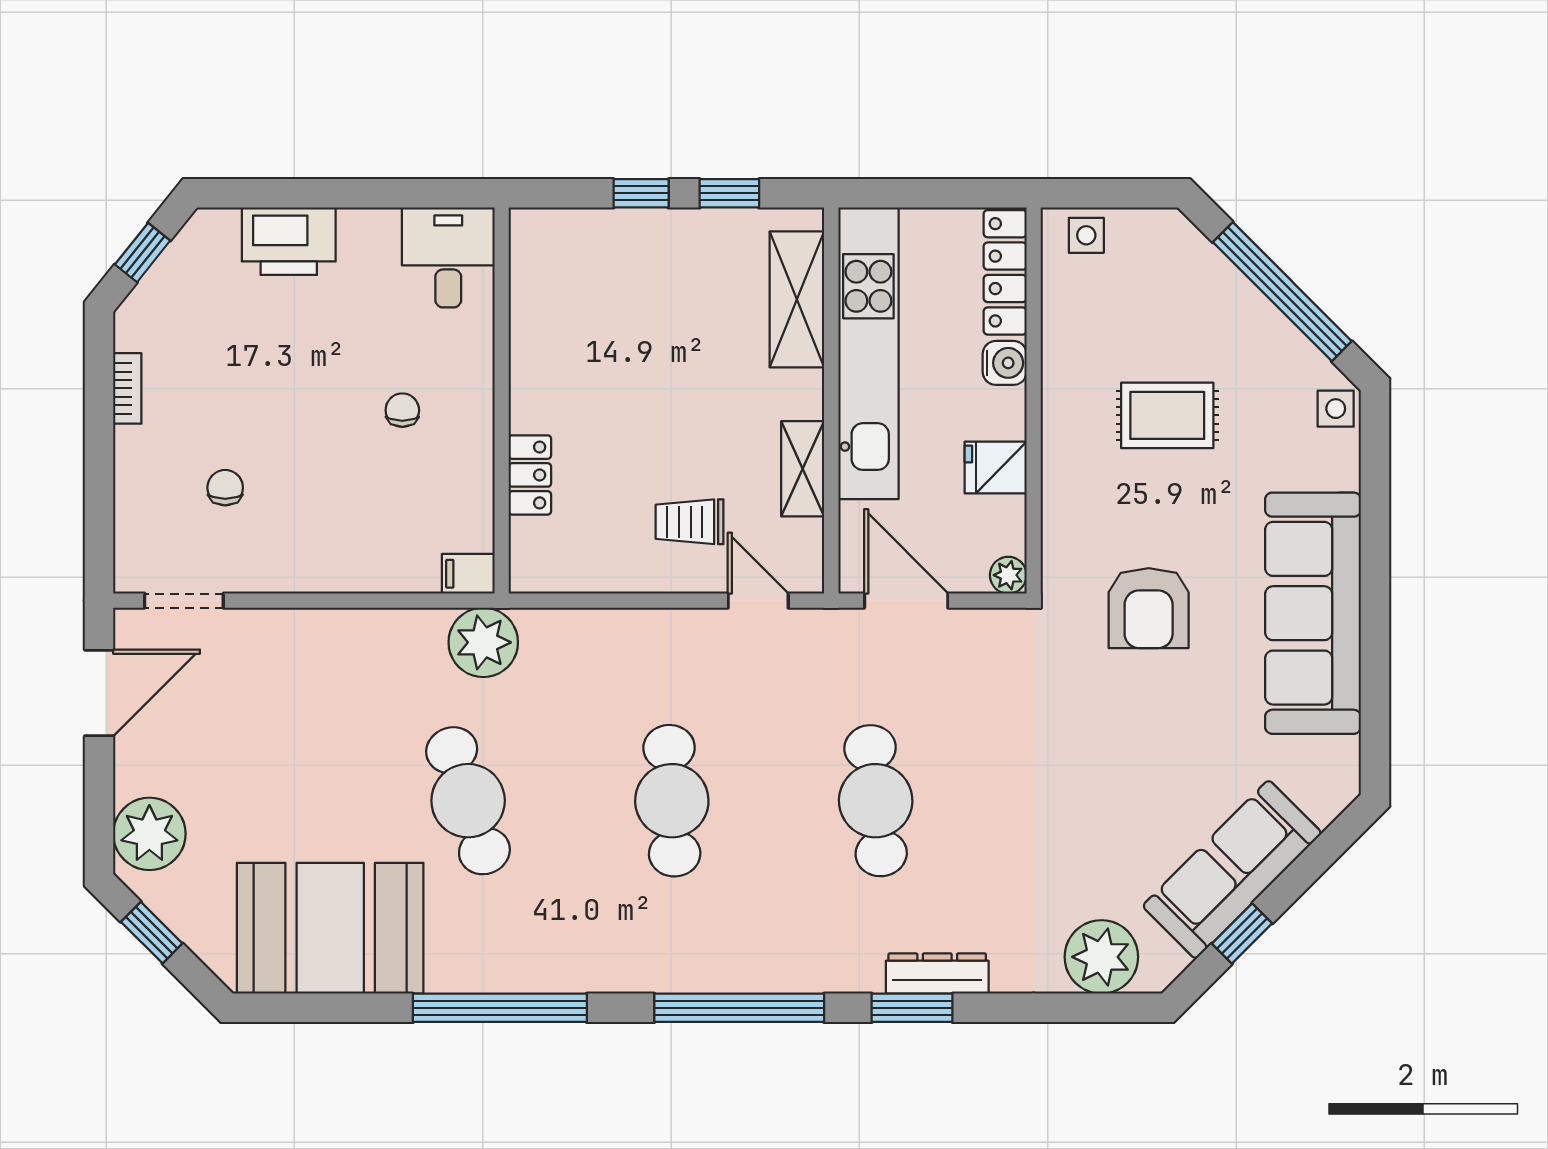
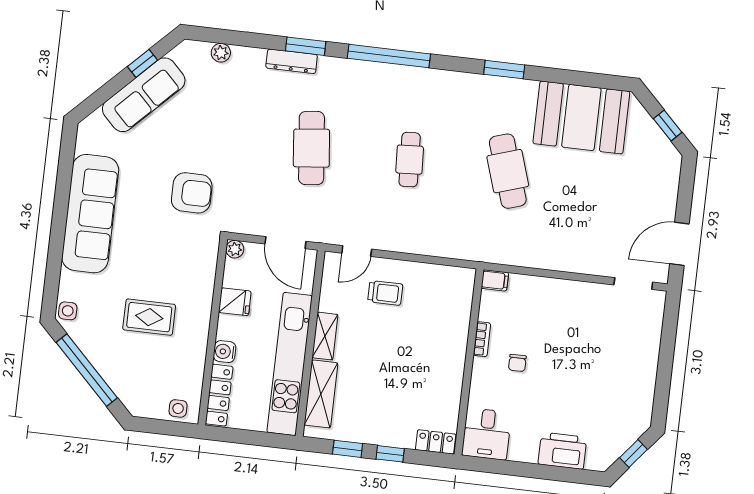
bookcase: (127, 388) -> (482, 339), moved, turned 180
shelving: (803, 469) -> (325, 336), moved
locker: (530, 475) -> (436, 442), moved, turned 90
chair: (225, 488) -> (607, 336), removed
door: (758, 601) -> (357, 251), hinge flipped
armchair: (1149, 608) -> (192, 193), moved, turned 90
plant: (483, 642) -> (491, 246), removed
cafe table: (672, 801) -> (410, 160), width x0.73, depth x0.74
plant: (149, 834) -> (663, 173), removed
plant: (1101, 957) -> (221, 53), width x0.53, depth x0.53
window: (500, 1008) -> (504, 70), width x0.47

